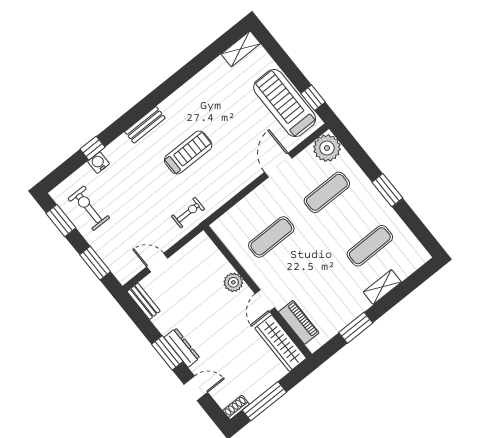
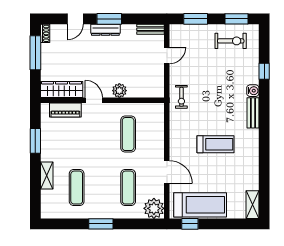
treadmill: (188, 153) -> (216, 144), moved, turned -90
water cooler: (99, 163) -> (253, 91), moved

